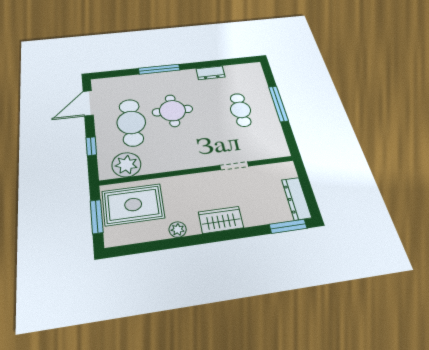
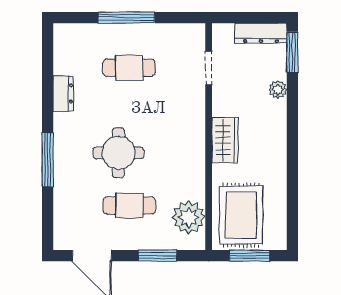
cafe table: (131, 122) -> (129, 205), width x0.73, depth x0.74
window: (91, 146) -> (157, 256), width x1.50
doorway: (234, 166) -> (209, 68), moved
wardrobe: (221, 220) -> (225, 140), moved, turned 180
plant: (178, 229) -> (278, 90), moved

